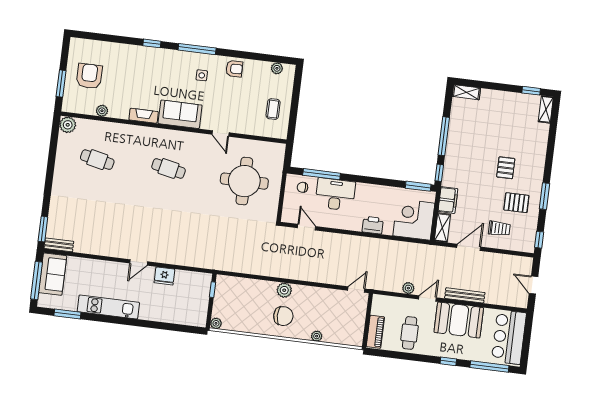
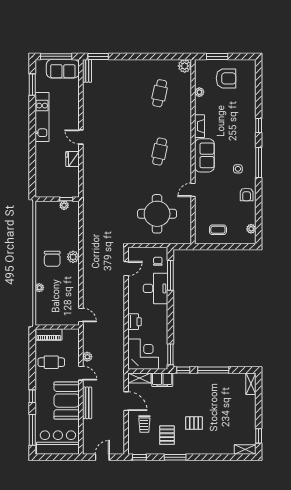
plant: (216, 323) -> (64, 205), moved

